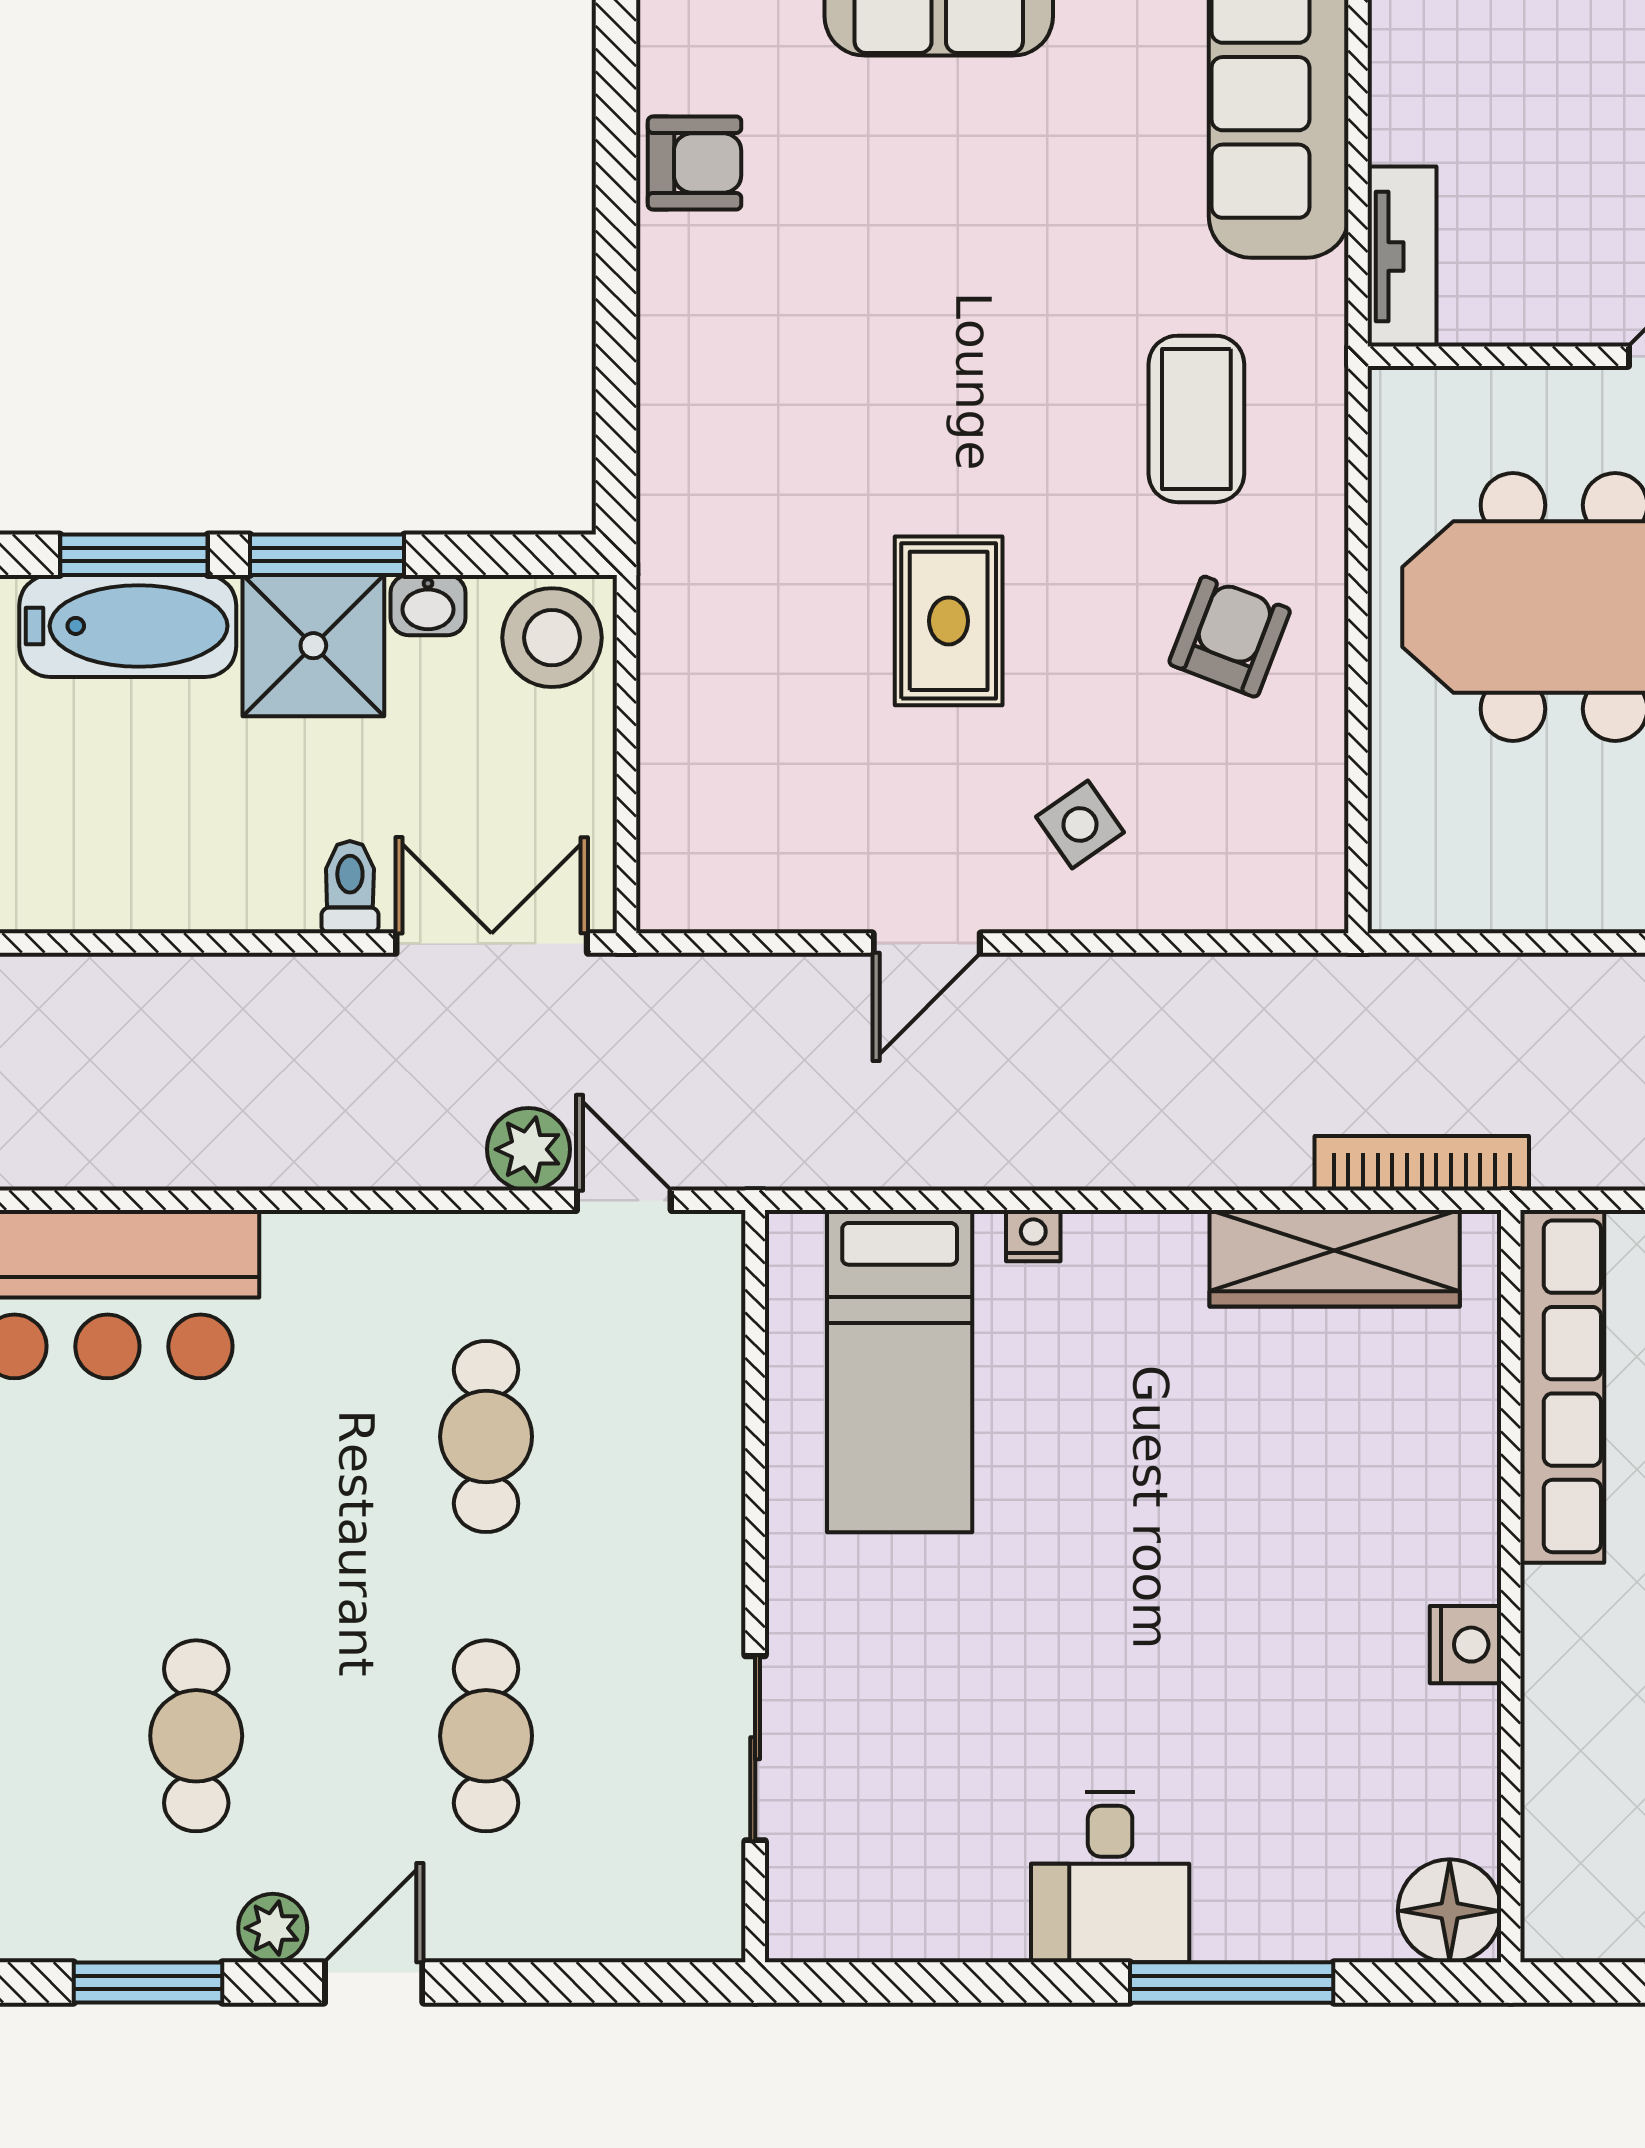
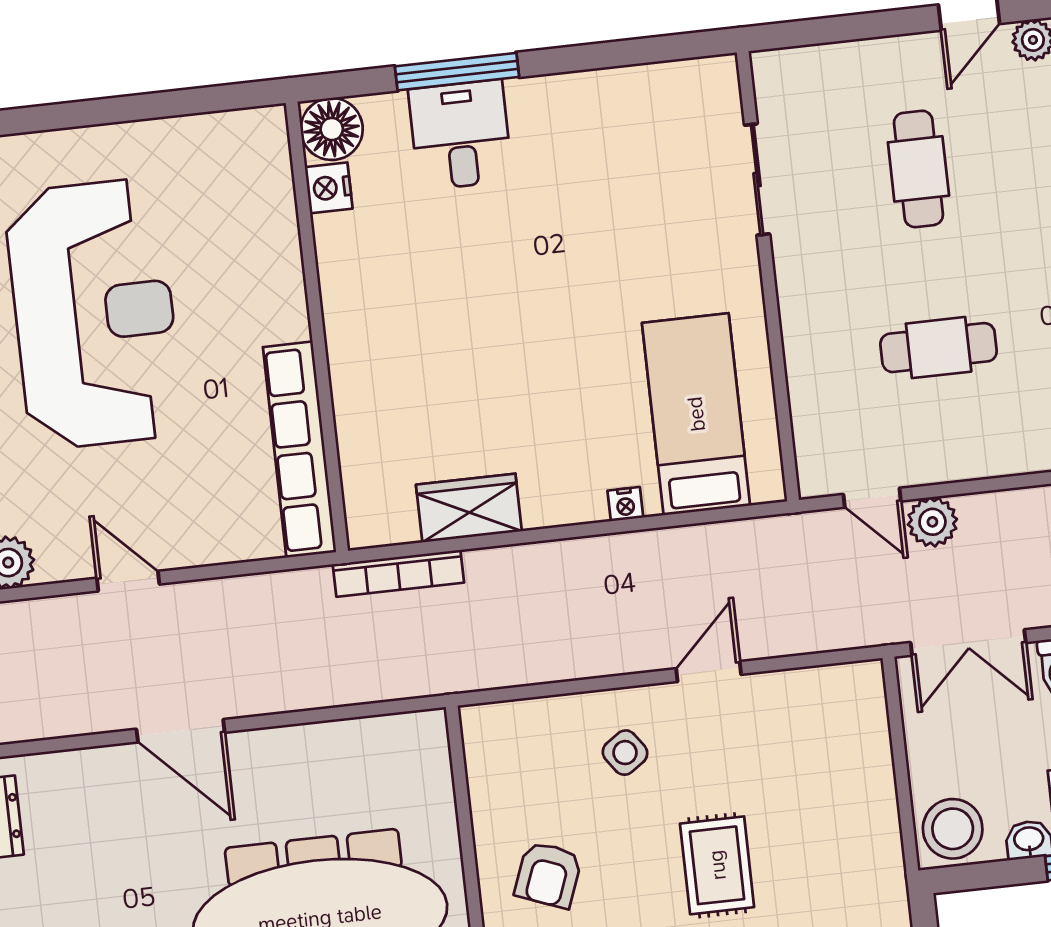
wardrobe: (1335, 1258) -> (469, 508), width x0.67
cafe table: (486, 1437) -> (939, 348), turned 90
nightstand: (1466, 1645) -> (329, 188), moved
desk: (1110, 1877) -> (460, 135), moved

